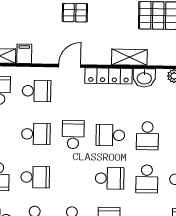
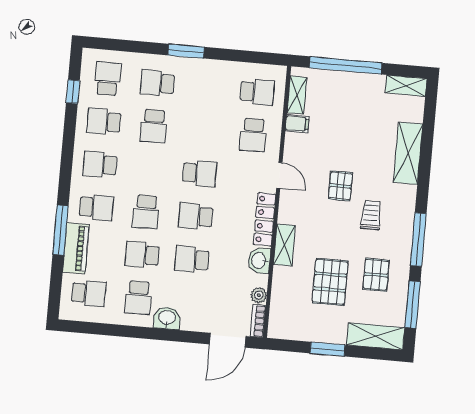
school desk: (36, 134) -> (203, 130), removed
school desk: (110, 135) -> (196, 216), turned -90

